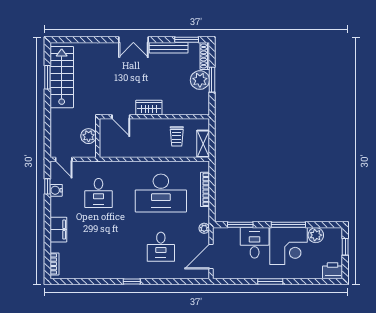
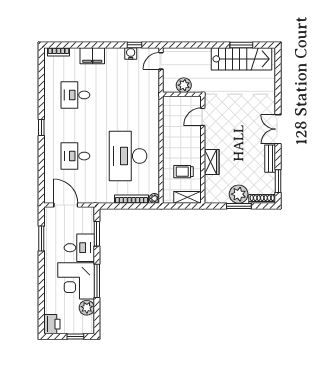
bench: (169, 48) -> (270, 159), width x0.73
wardrobe: (149, 108) -> (212, 162), moved
shelving: (203, 144) -> (187, 197), moved
desk: (99, 193) -> (75, 95), moved
plant: (204, 228) -> (154, 198), moved
window: (270, 282) -> (41, 238), moved

